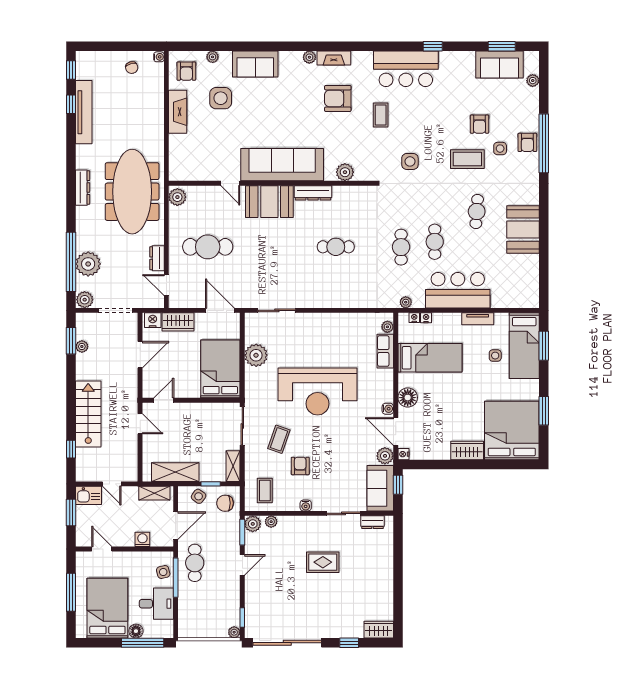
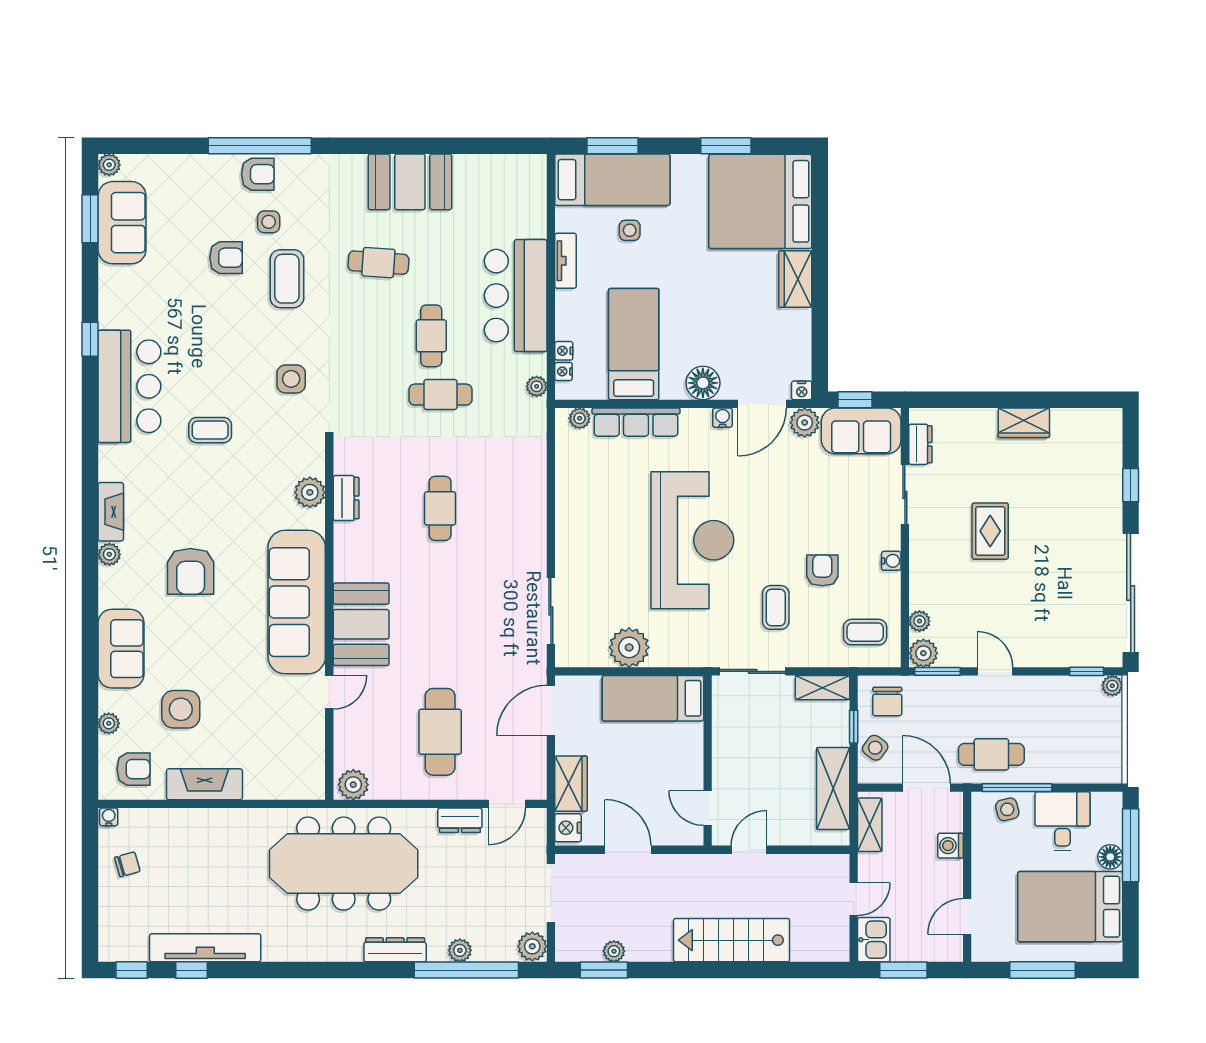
plant: (533, 81) -> (109, 165), moved
armchair: (338, 98) -> (191, 571), moved
dresser: (83, 188) -> (395, 950), moved
dresser: (313, 193) -> (346, 498), moved, width x0.70
cafe table: (435, 242) -> (431, 336), turned 90
plant: (88, 264) -> (460, 950), width x0.53, depth x0.53
row of seats: (385, 351) -> (636, 422), width x1.48
bed: (220, 369) -> (653, 698), width x0.67
coffee table: (279, 439) -> (776, 607), turned 71
window: (71, 449) -> (793, 970), removed
armchair: (300, 466) -> (822, 570), turned 90
wardrobe: (379, 630) -> (1024, 423), moved, turned -90

